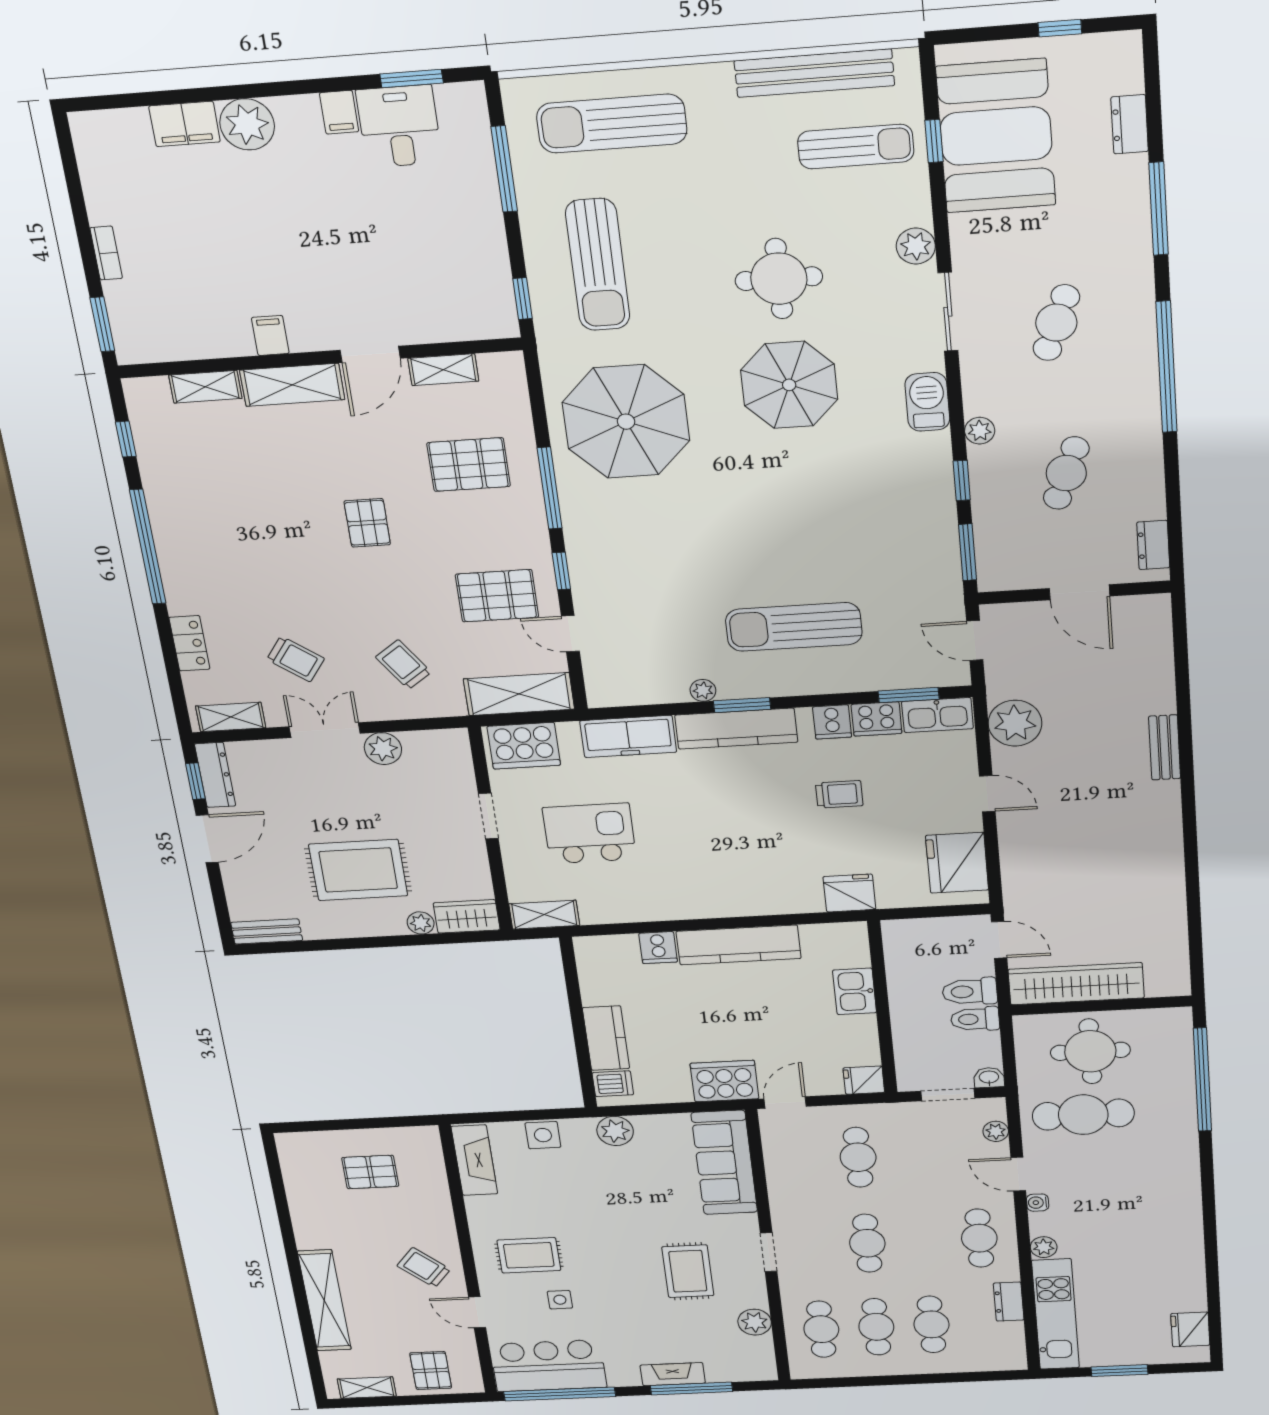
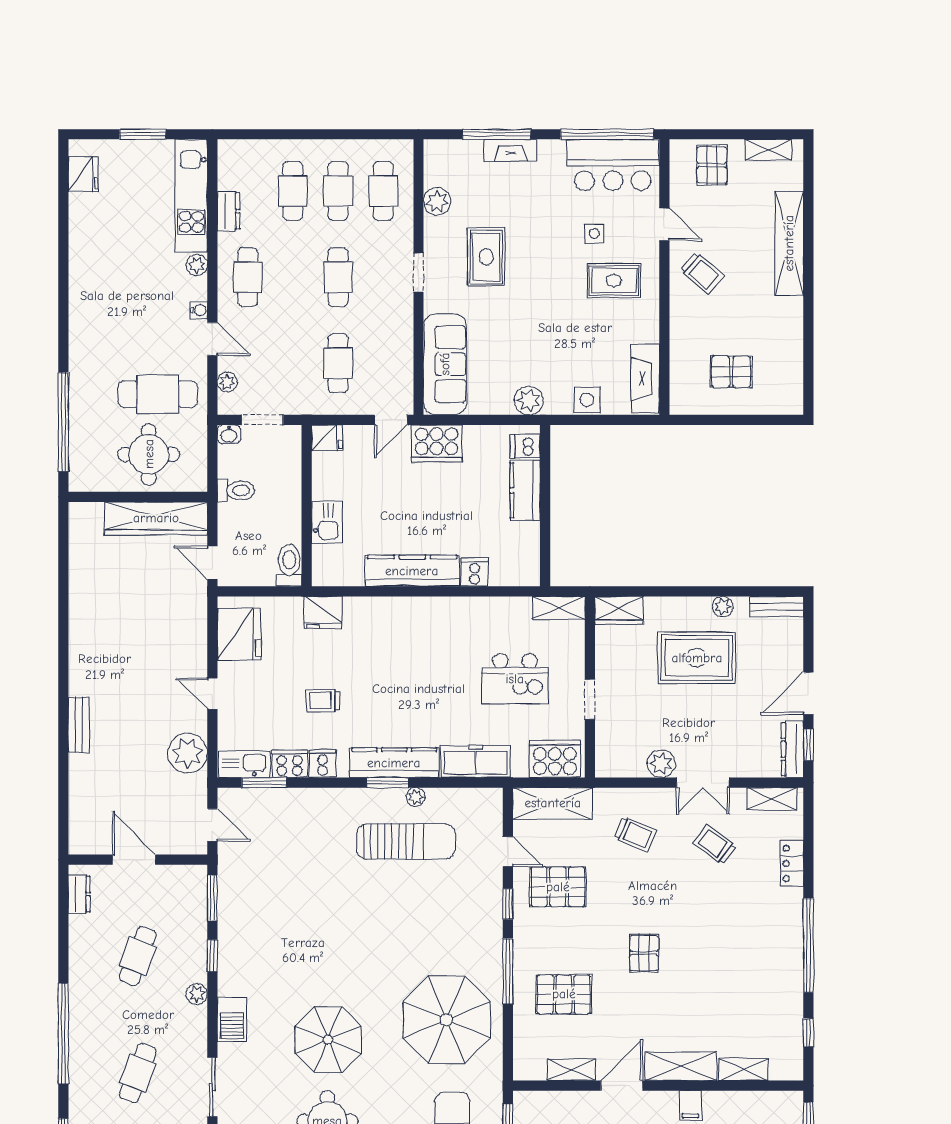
sun lounger: (794, 627) -> (406, 841), moved
trolley: (403, 665) -> (635, 834), turned -32
plant: (421, 923) -> (723, 607), moved
toilet: (970, 992) -> (289, 565), moved, turned -90

